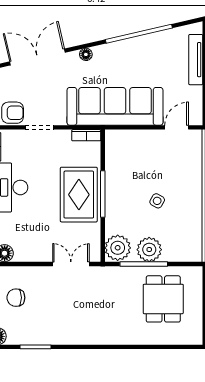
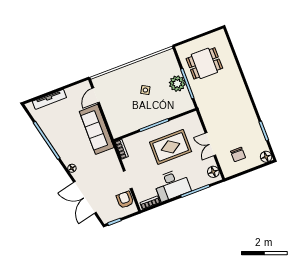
sofa: (115, 106) -> (97, 129), width x0.74, depth x0.79
door: (177, 127) -> (96, 95), hinge flipped
rug: (79, 195) -> (171, 147), moved
plant: (118, 248) -> (184, 103), removed
double door: (71, 264) -> (210, 144), moved

